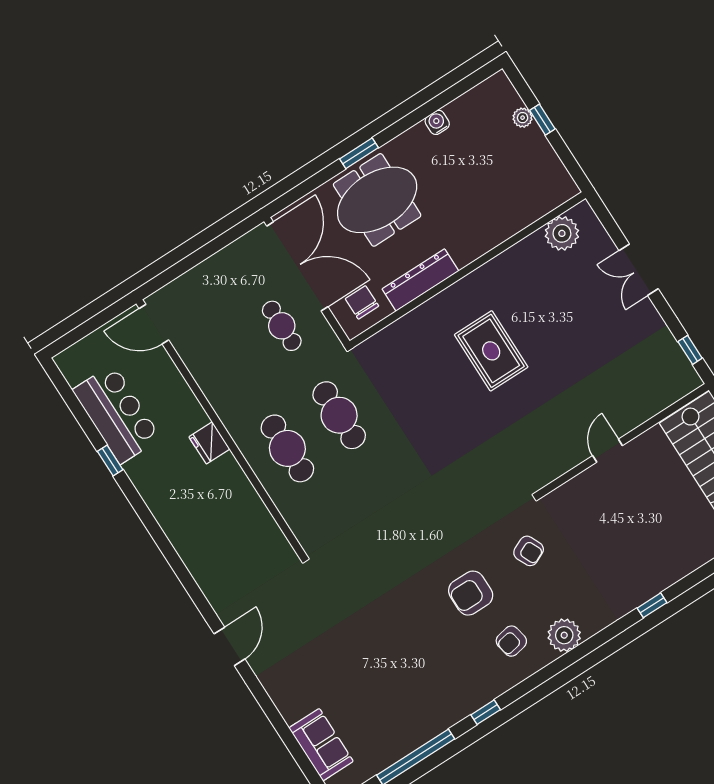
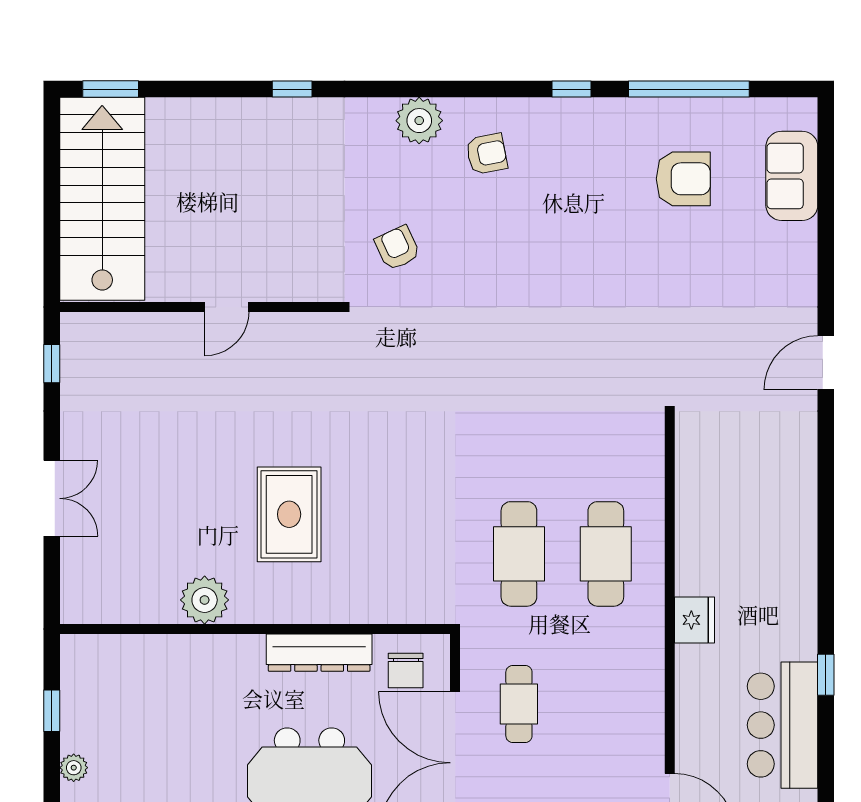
window: (542, 120) -> (52, 711), moved
plant: (562, 233) -> (205, 600), moved
armchair: (471, 593) -> (683, 179), moved

